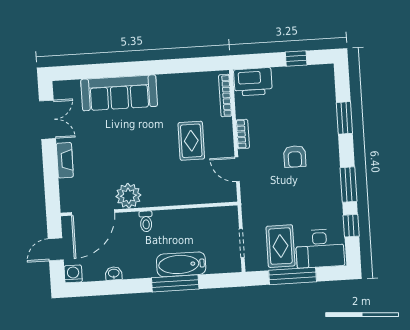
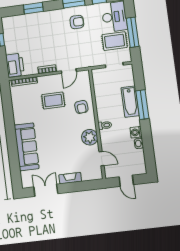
armchair: (295, 156) -> (77, 22), moved
armchair: (178, 186) -> (81, 107), added
door: (93, 213) -> (102, 159), width x0.53
washing machine: (73, 274) -> (136, 132), moved

